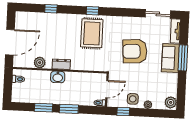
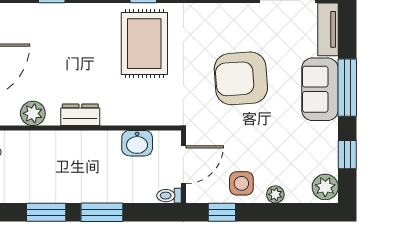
washbasin: (58, 77) -> (137, 143), moved
window: (181, 88) -> (347, 155), added

